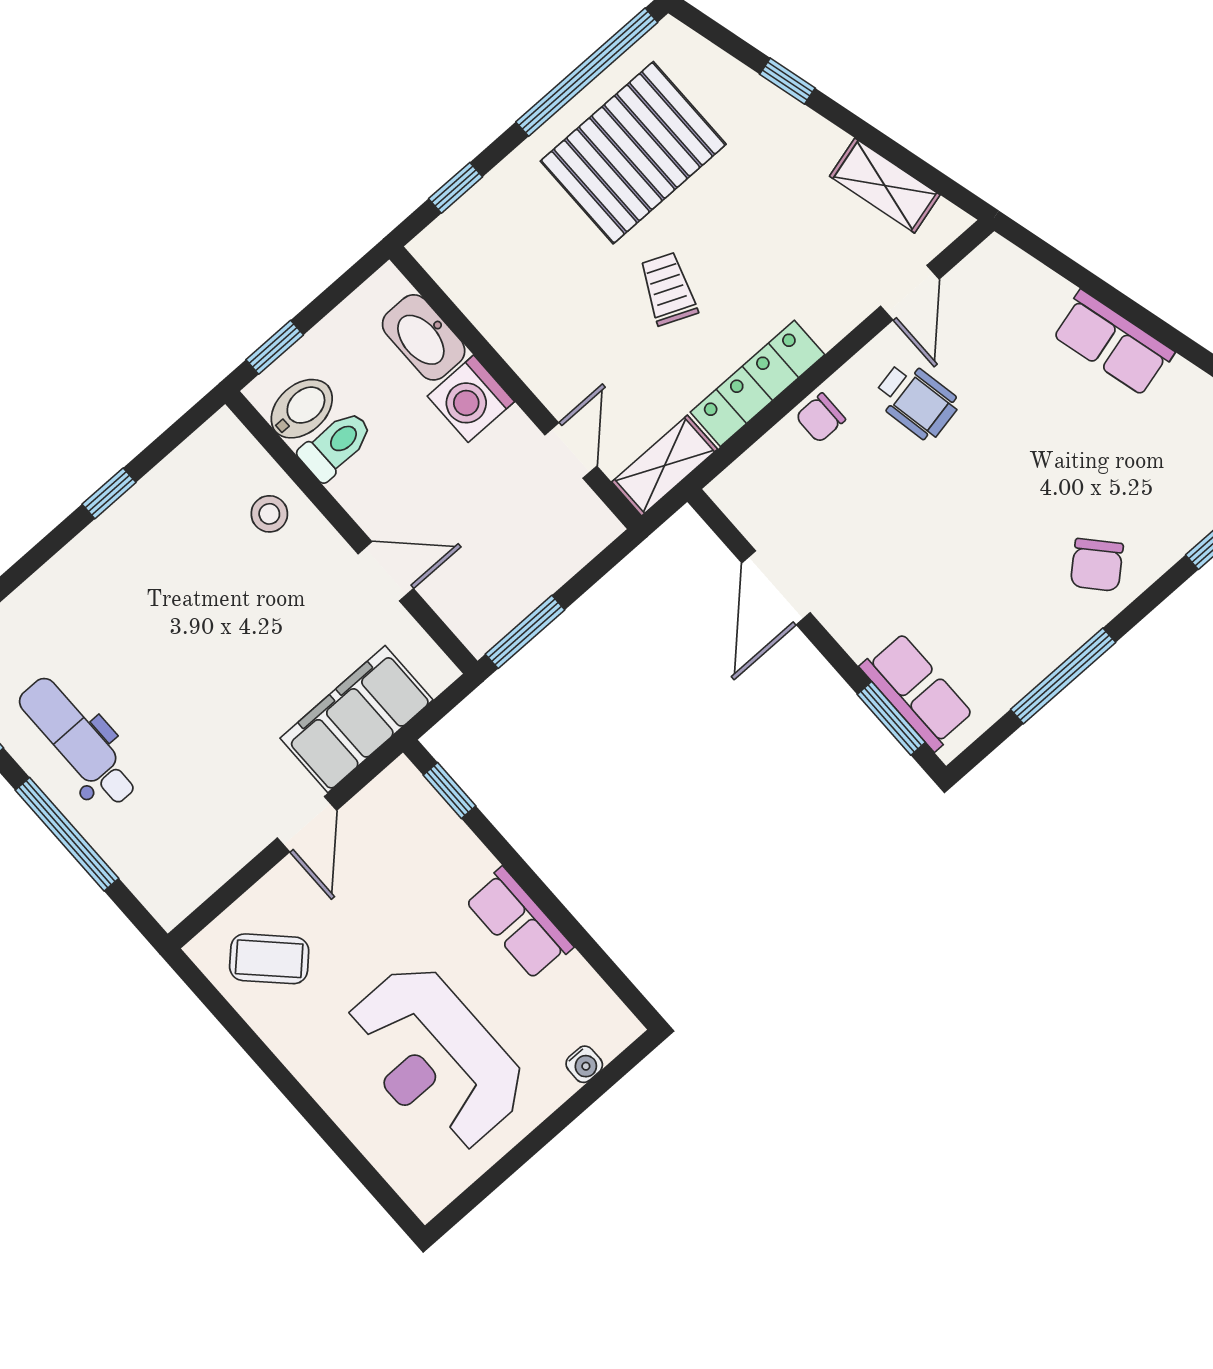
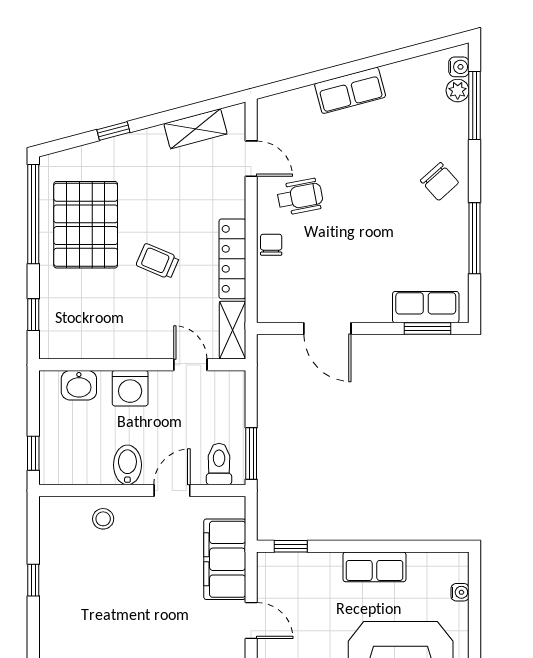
washbasin: (424, 337) -> (79, 385), width x0.72
bidet: (302, 409) -> (127, 465), moved
chair: (820, 418) -> (271, 245), turned 180
toilet: (336, 445) -> (219, 464), moved

